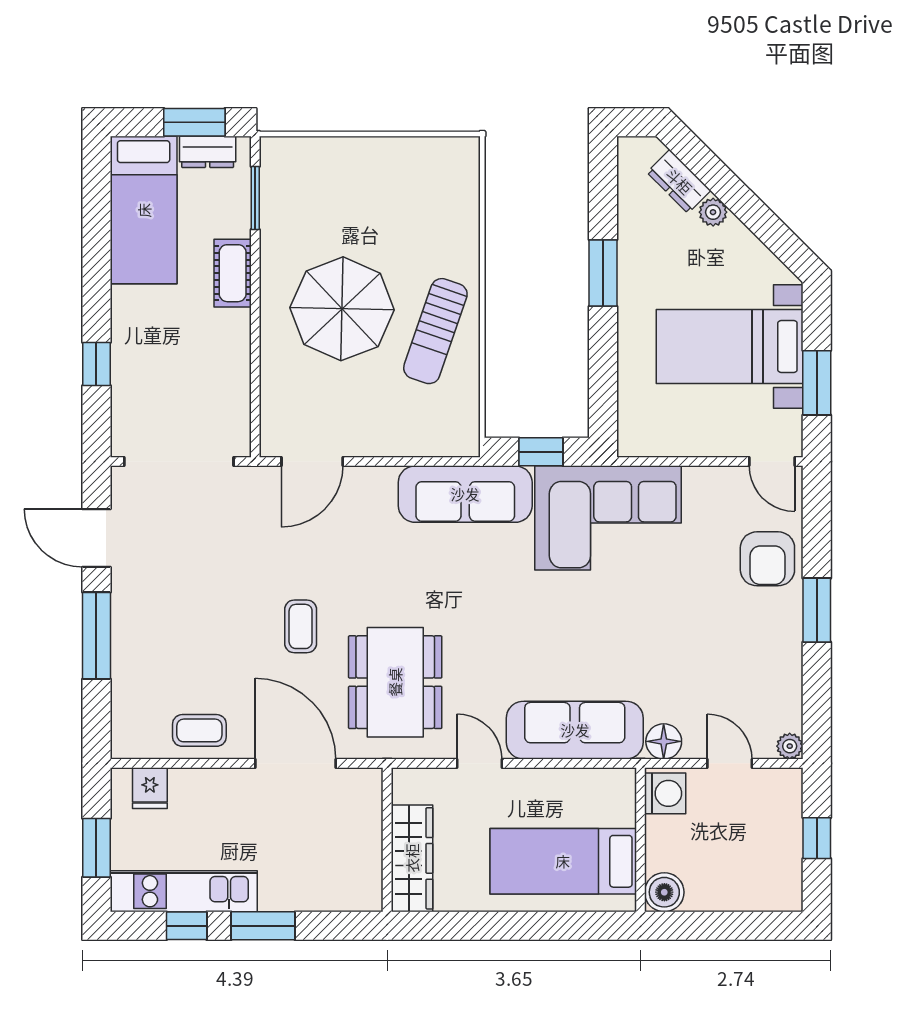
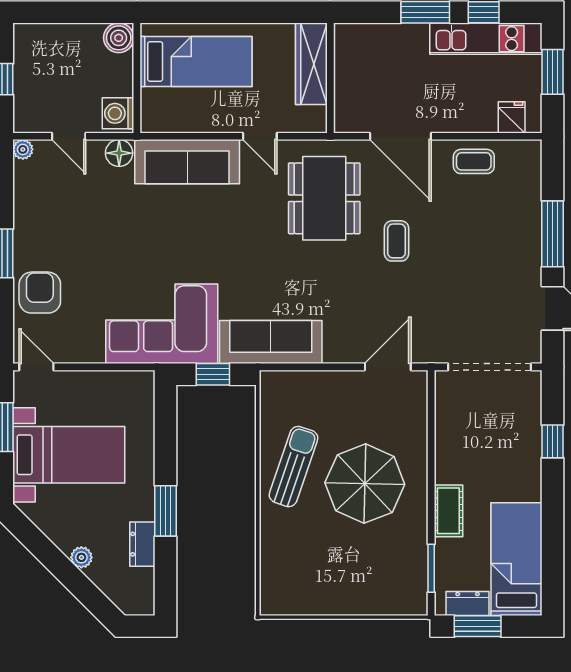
dresser: (679, 181) -> (142, 544), moved, turned -135

